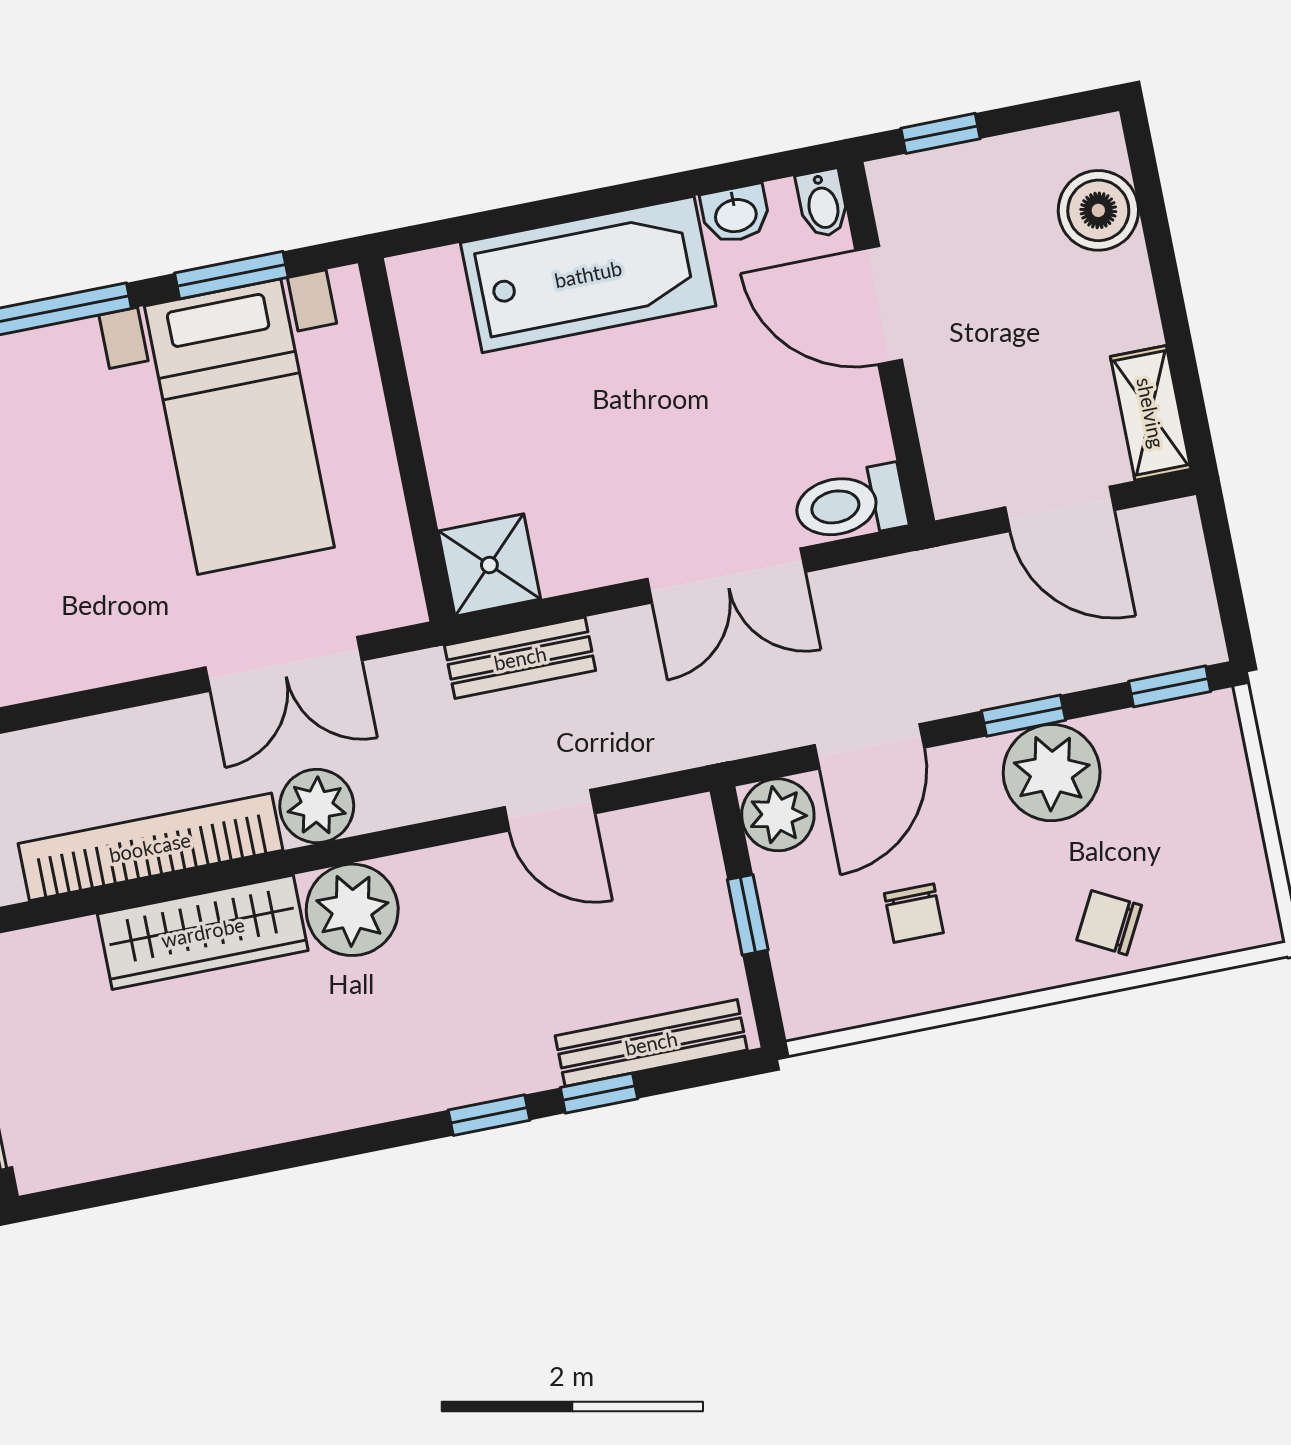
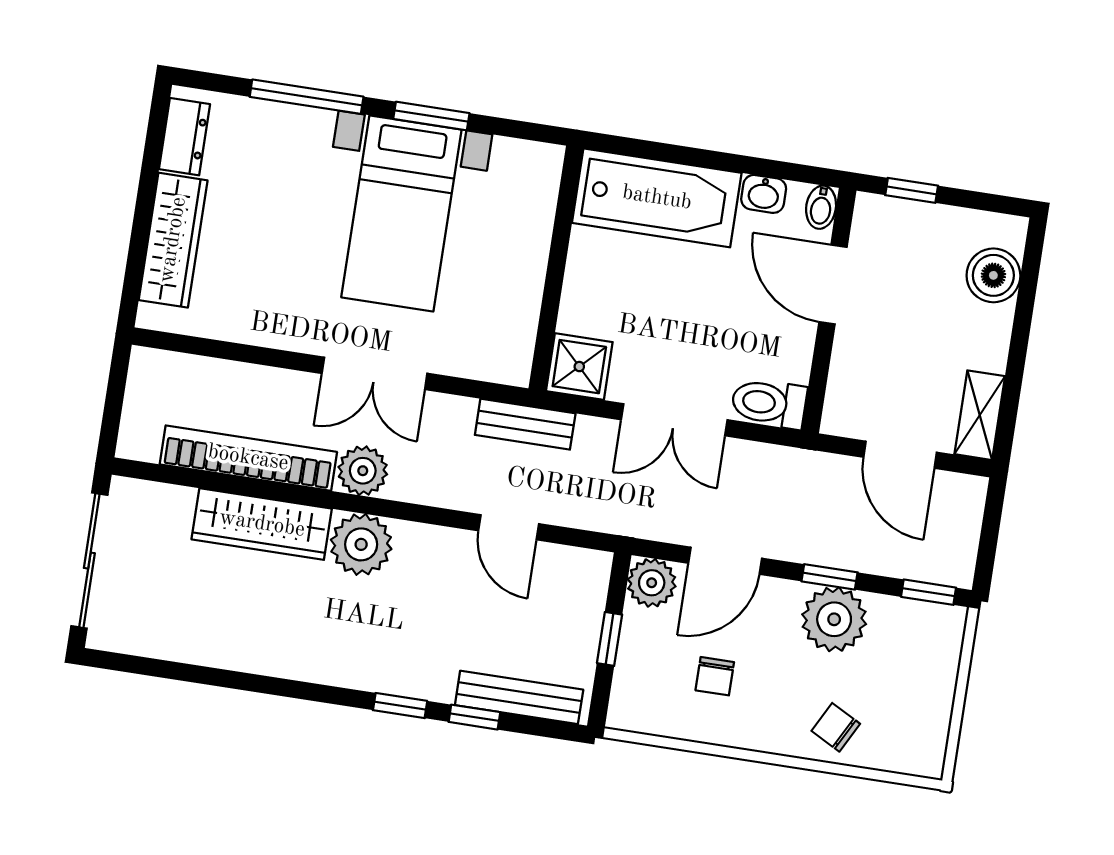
wall: (407, 440) -> (556, 268), moved
shower: (489, 565) -> (579, 367), moved

